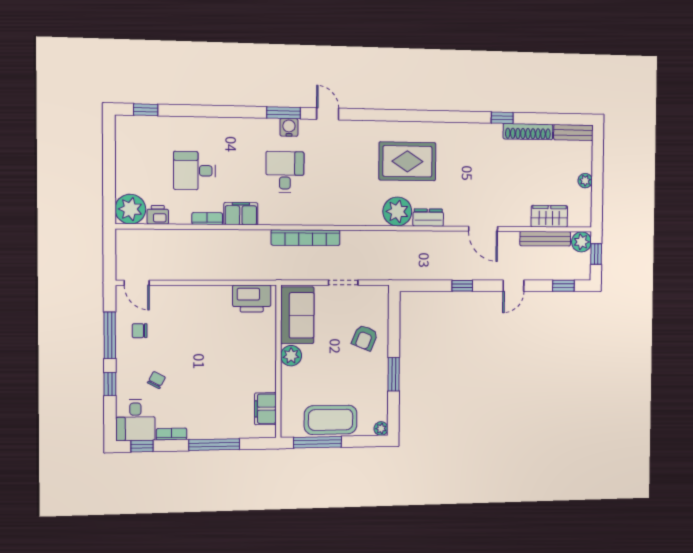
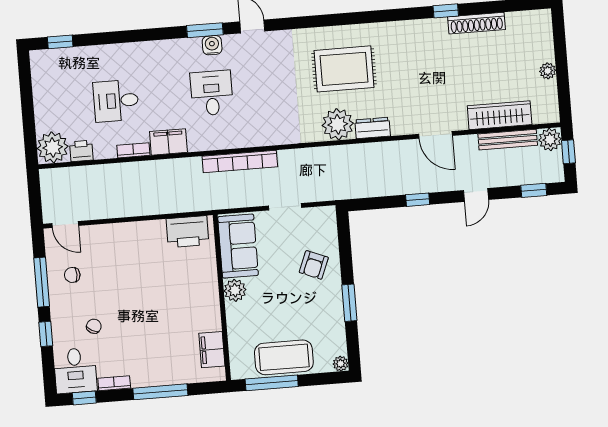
bench: (573, 133) -> (529, 19), removed
wardrobe: (549, 216) -> (500, 115), width x1.50

